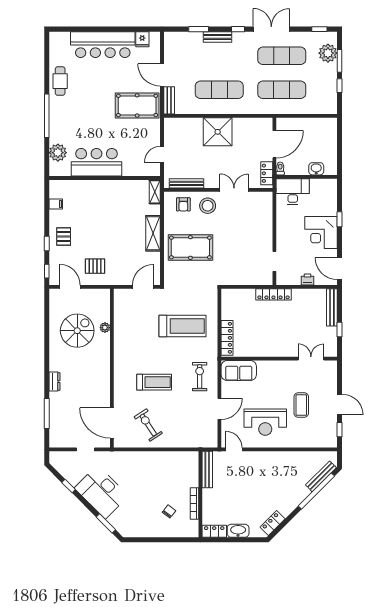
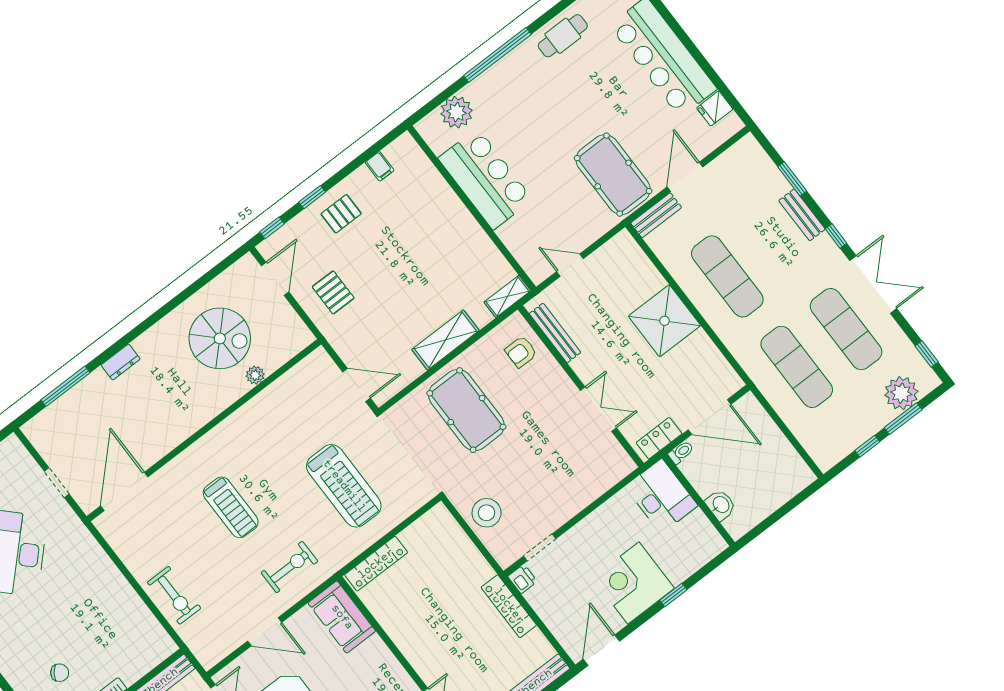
stool: (208, 206) -> (487, 513), moved
printer: (307, 279) -> (522, 579), moved
locker: (273, 294) -> (509, 606), moved
exercise bike: (148, 425) -> (174, 595), moved, turned 123

